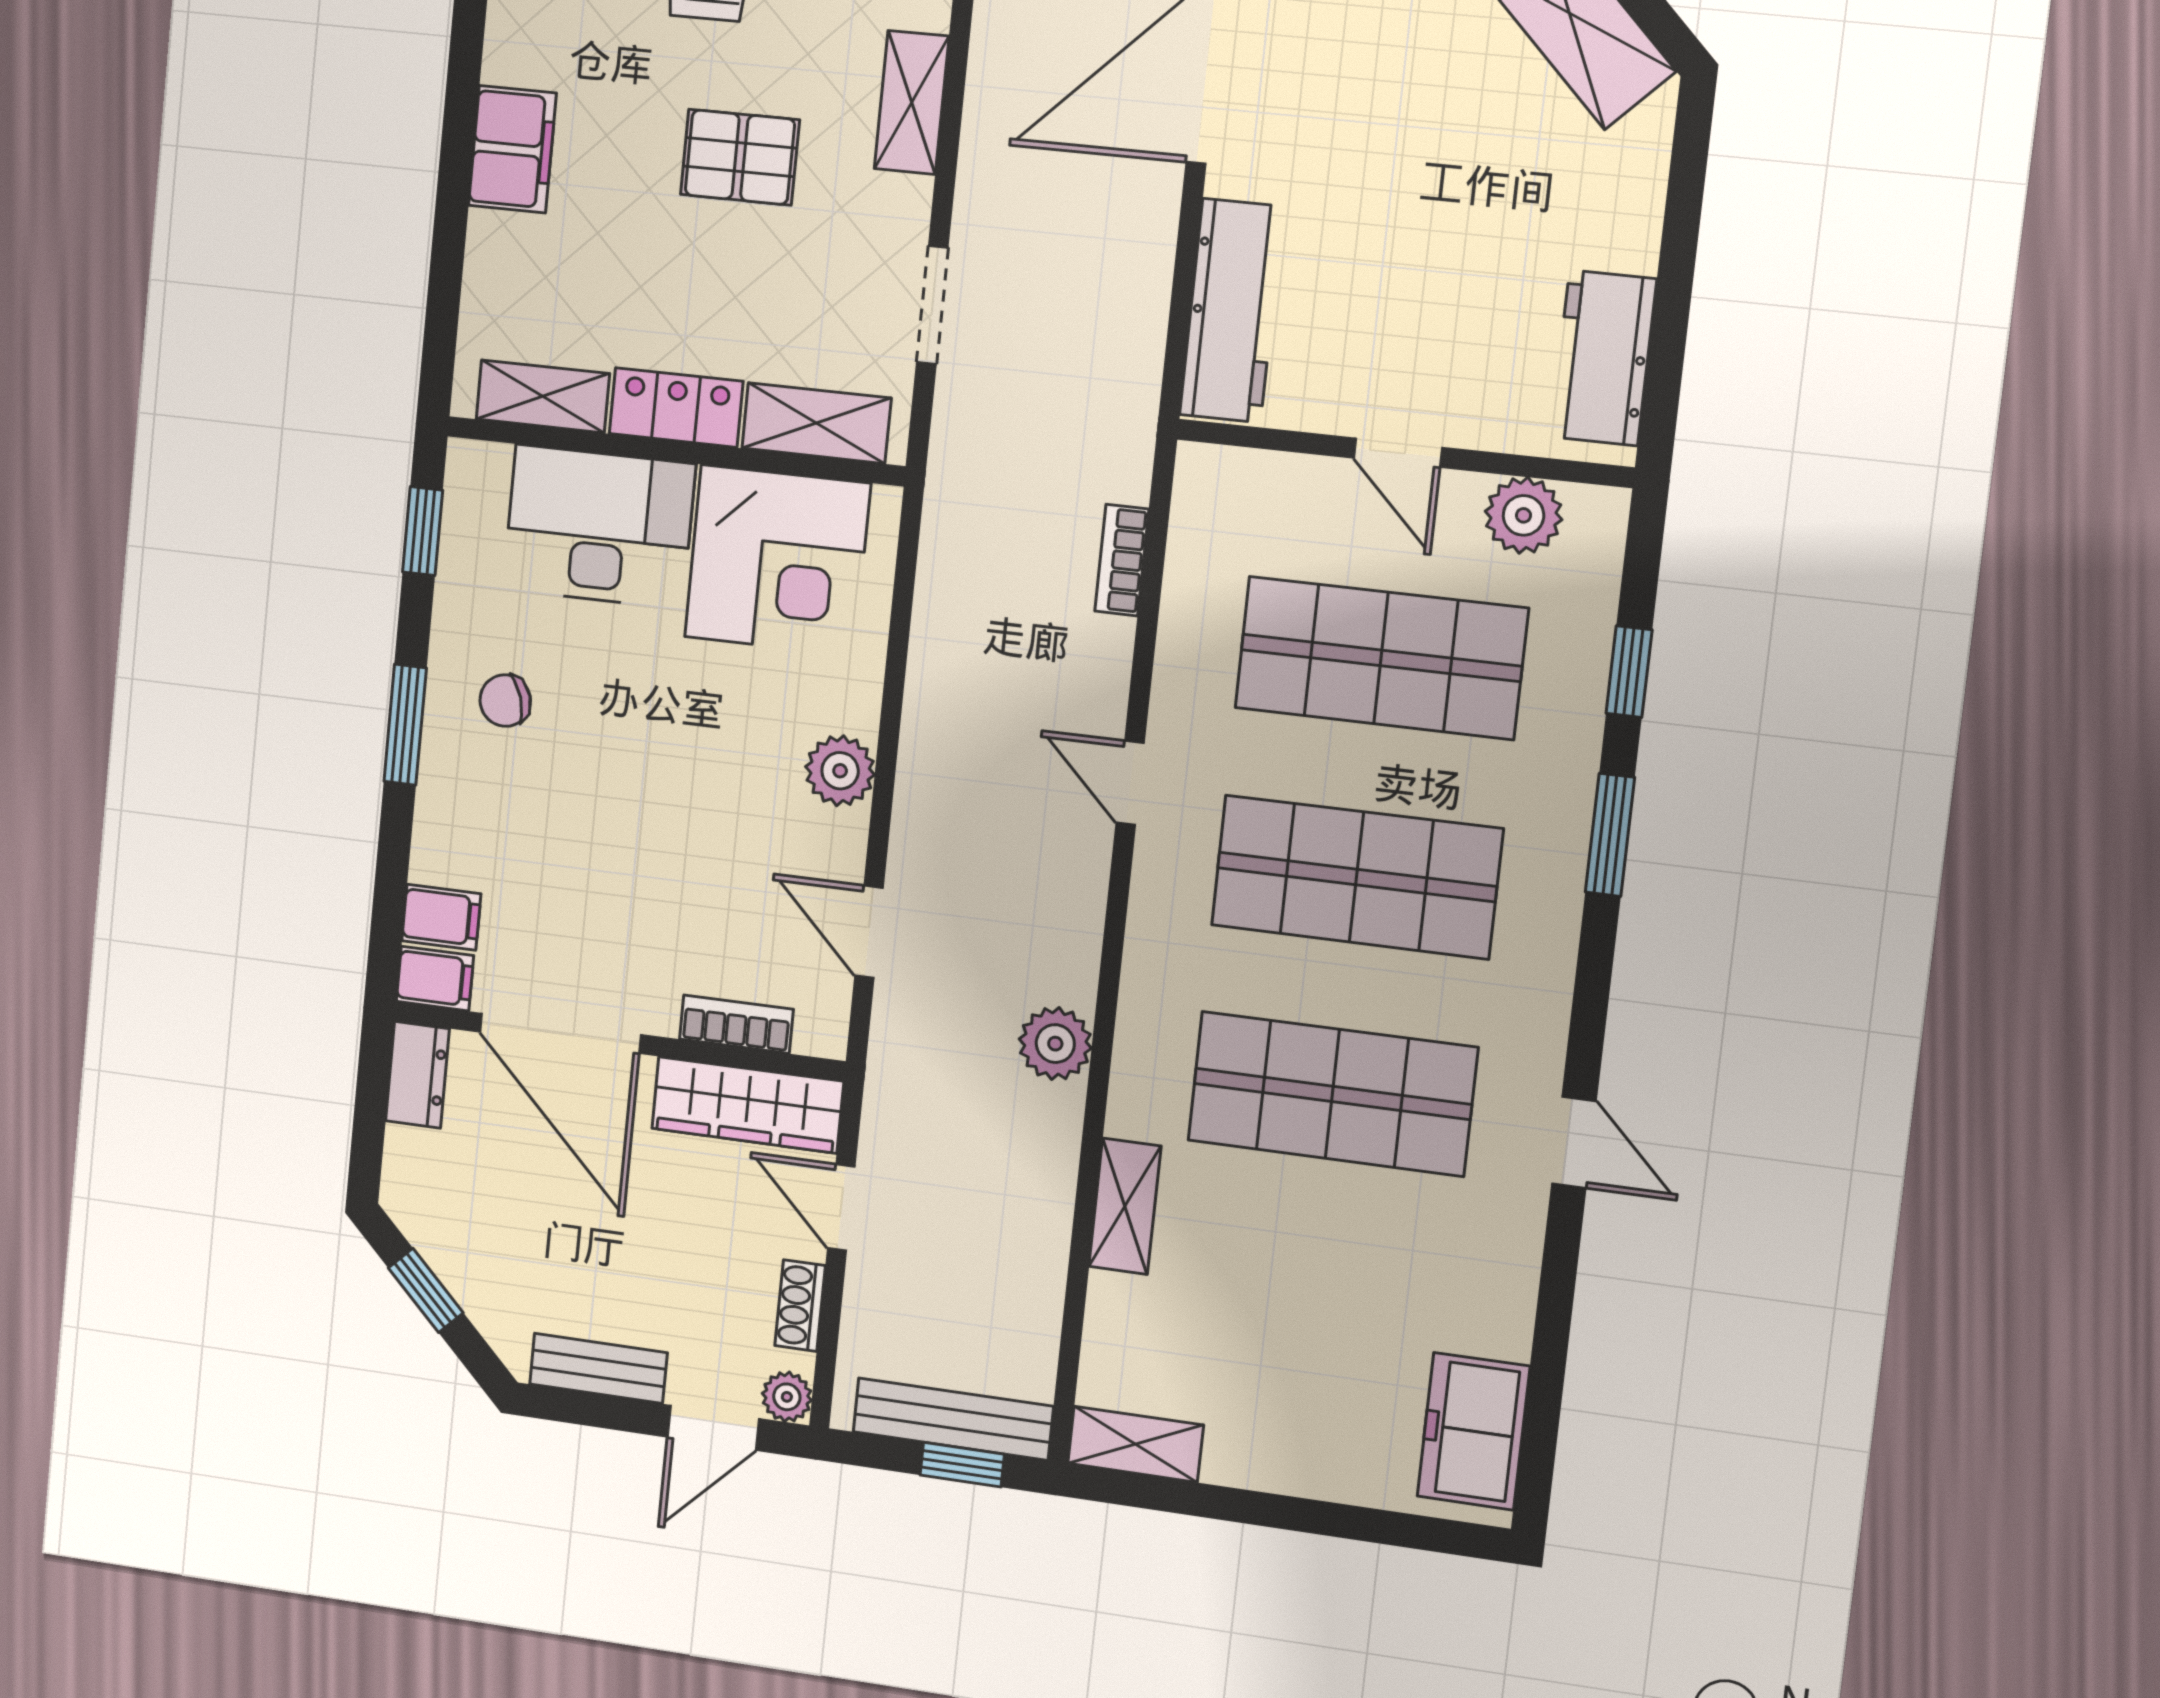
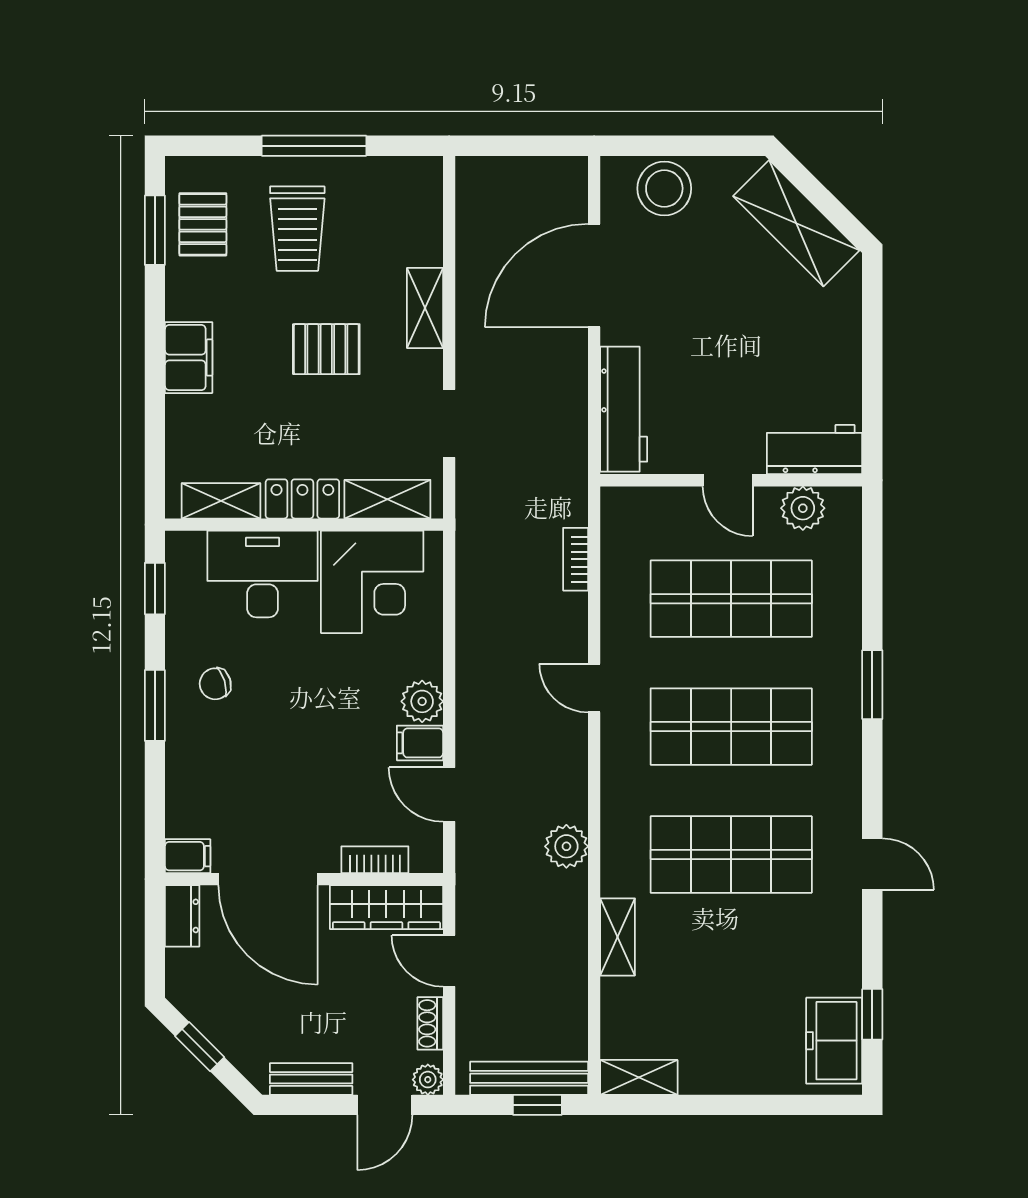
workbench: (1603, 358) -> (814, 450), moved, turned 90
window: (1629, 672) -> (872, 1014), moved
filing cabinet: (441, 917) -> (420, 743), moved, turned 180

